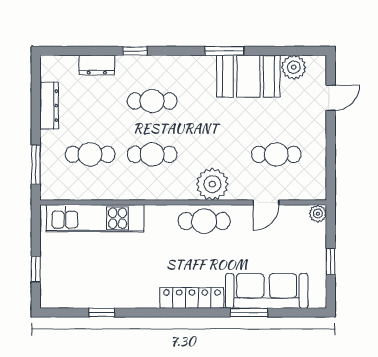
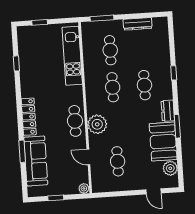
dresser: (97, 65) -> (168, 111), moved

